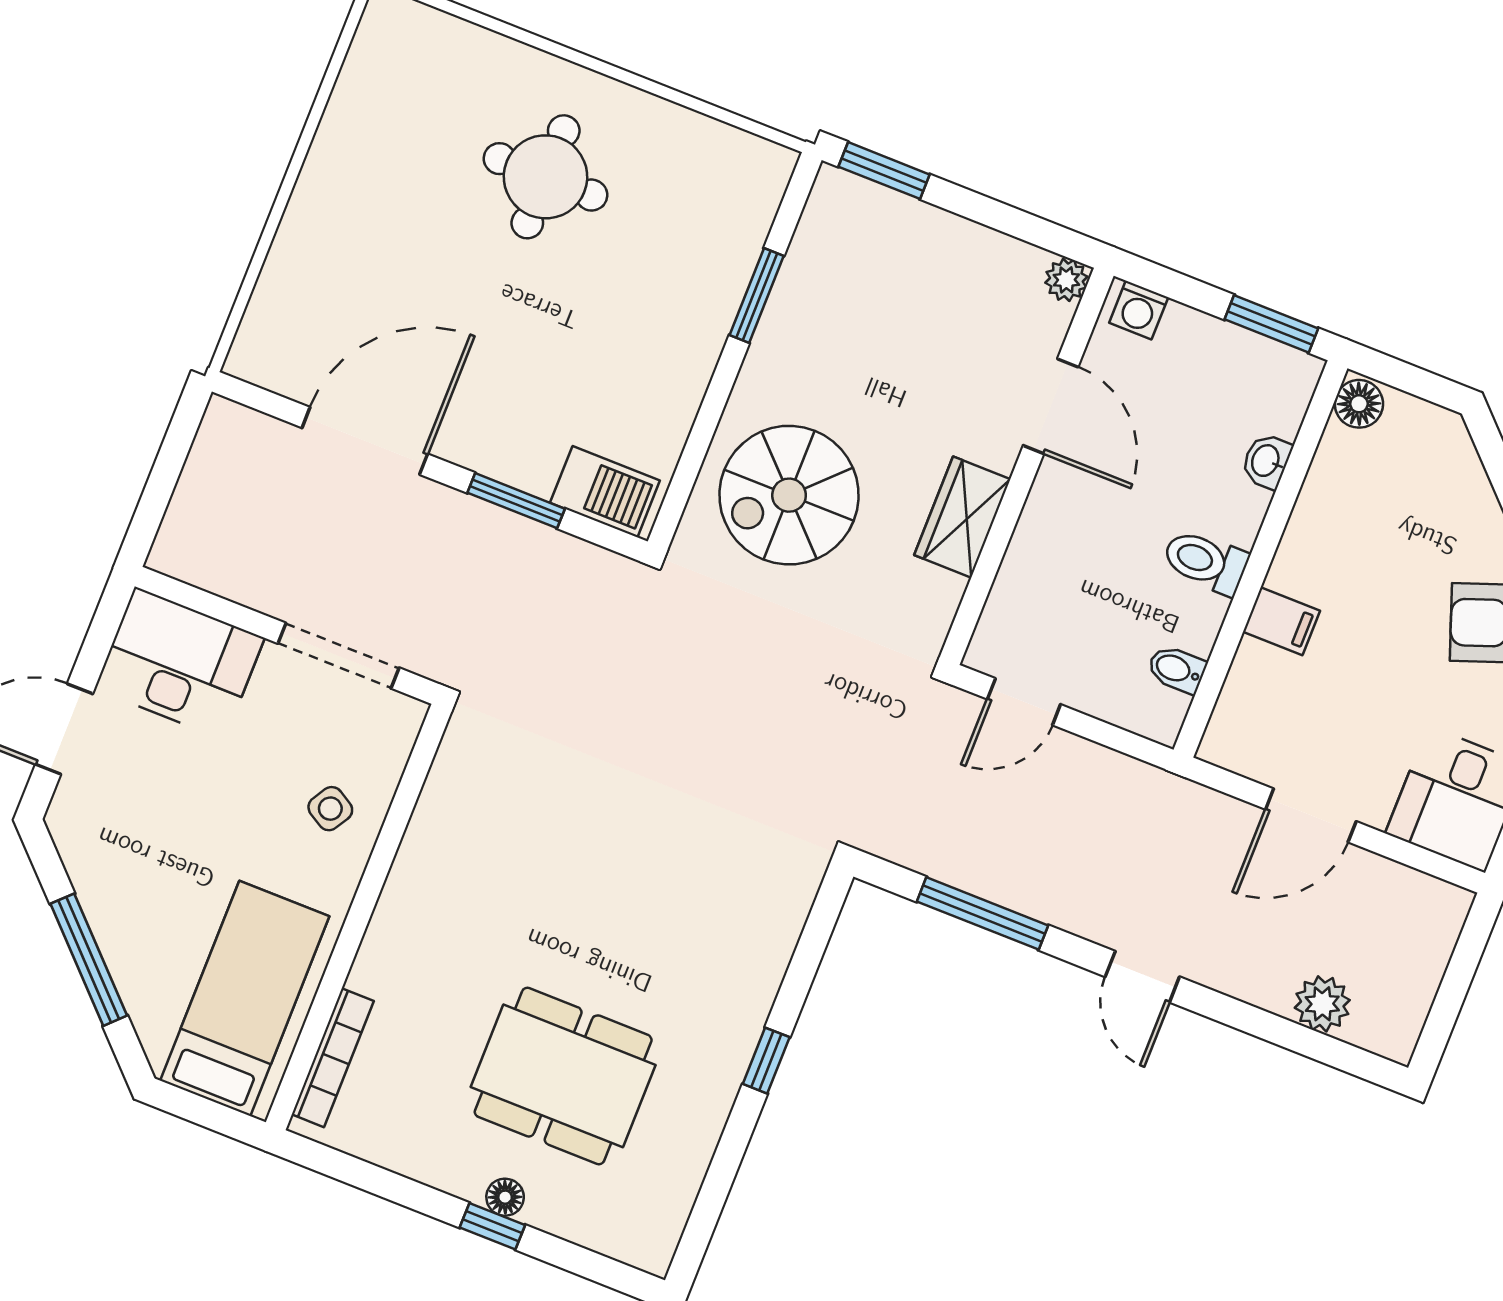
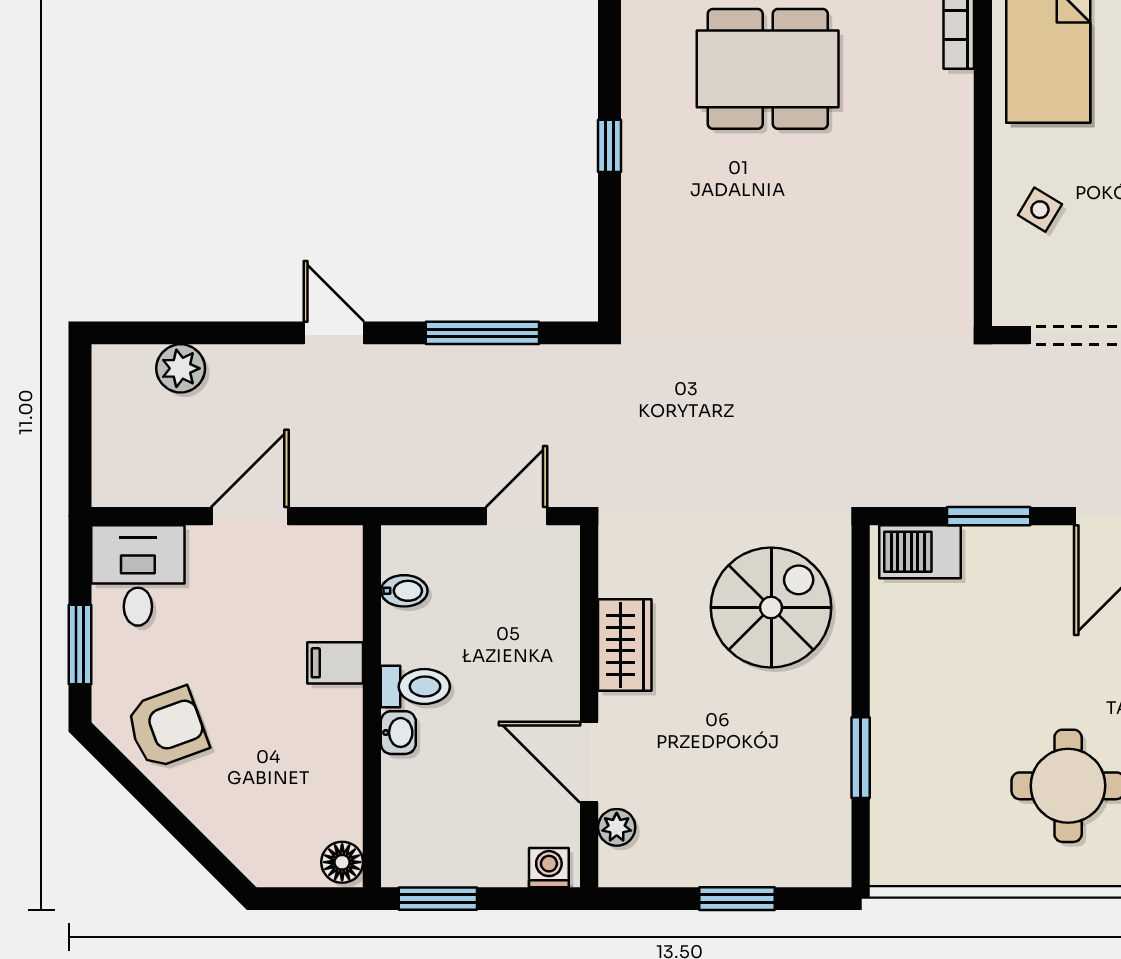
window: (884, 171) -> (737, 899), moved
plant: (1066, 280) -> (617, 827), moved
washbasin: (1266, 461) -> (398, 733), moved

